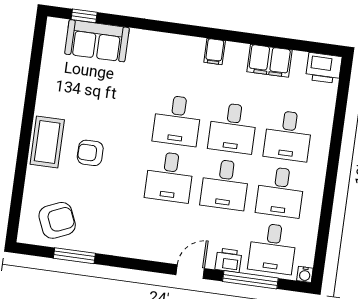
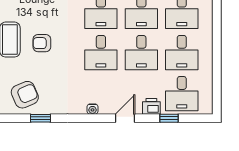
window: (74, 256) -> (41, 118), width x0.67
water cooler: (305, 274) -> (93, 109), moved
window: (250, 280) -> (169, 118), width x0.46

